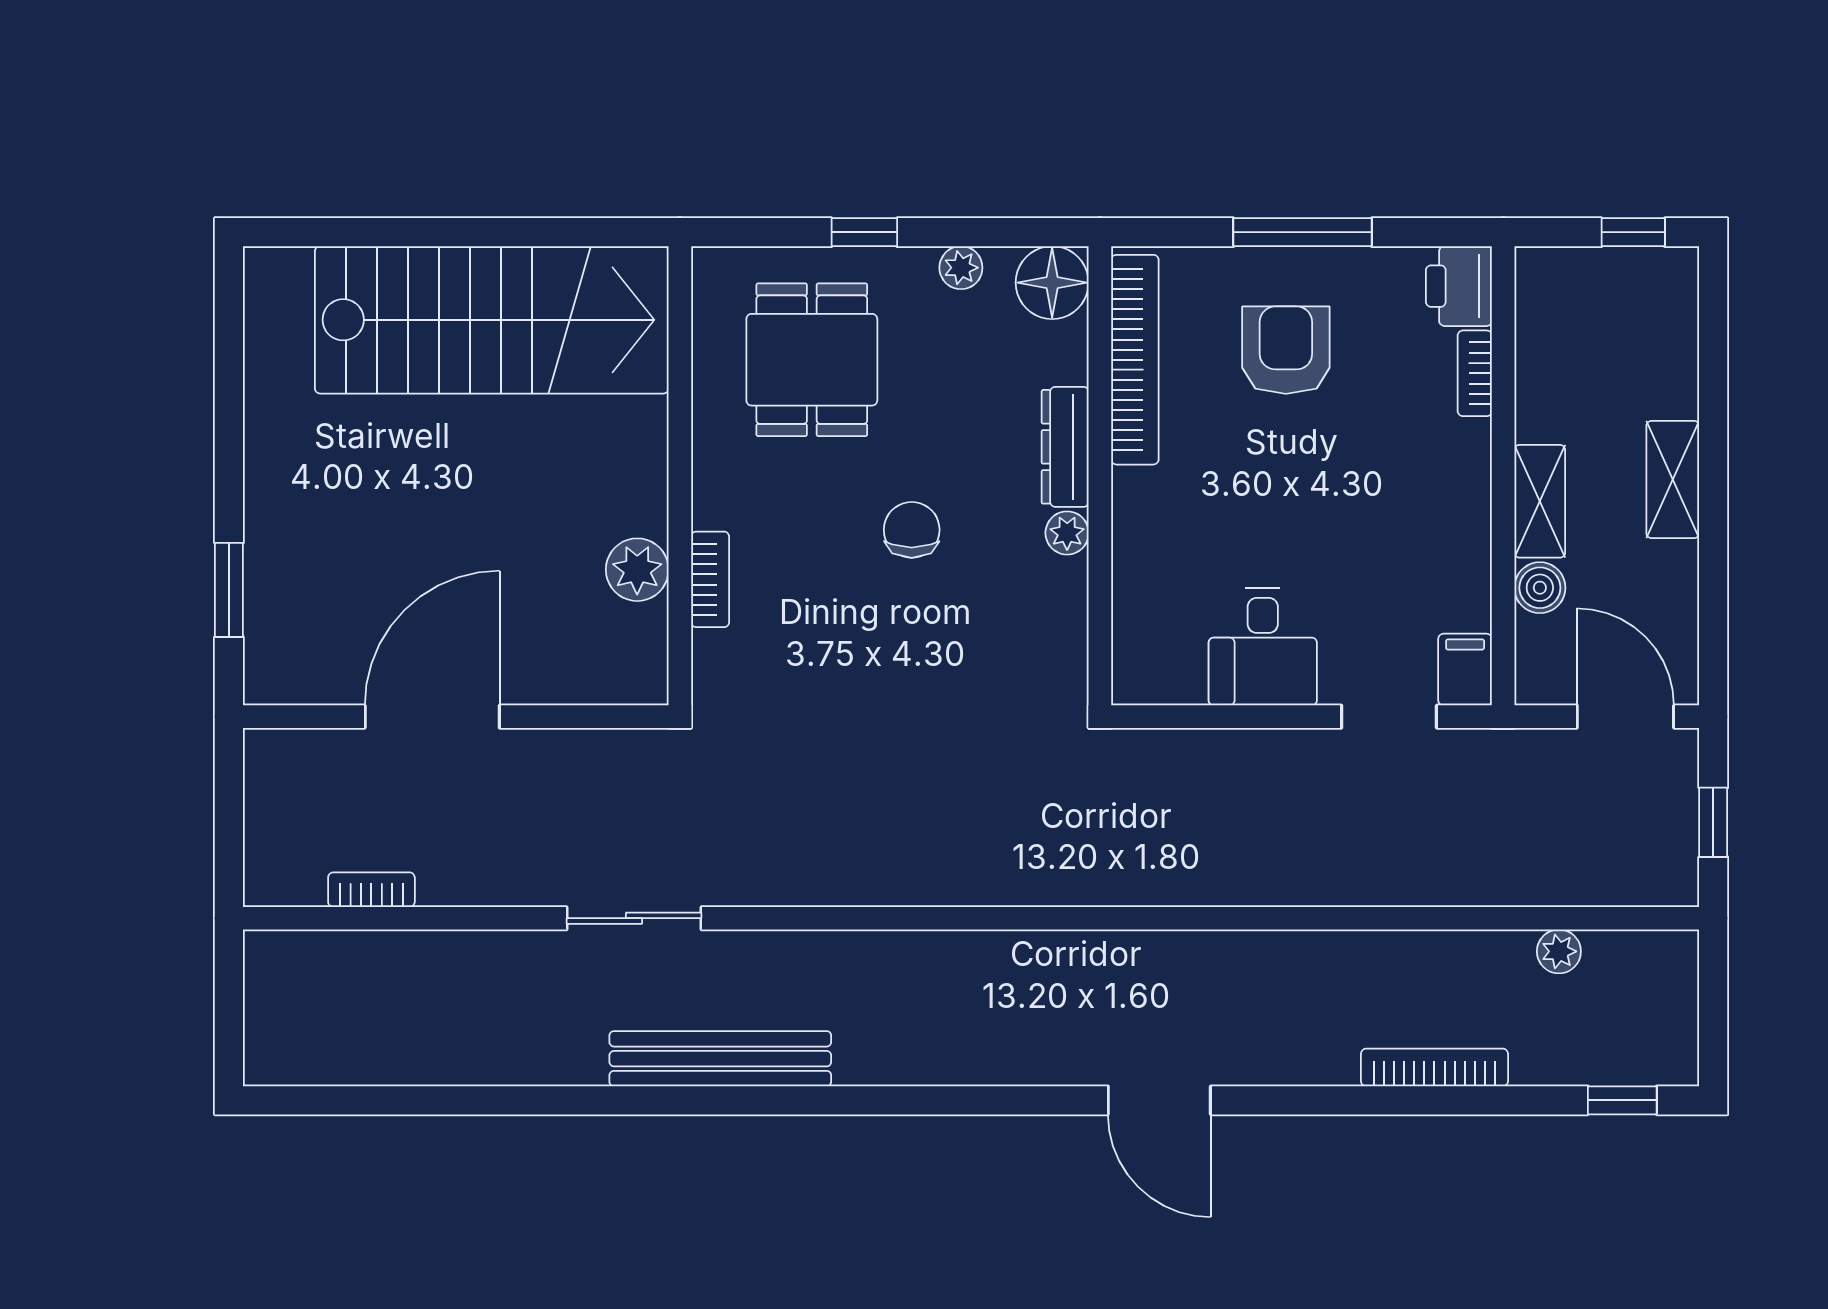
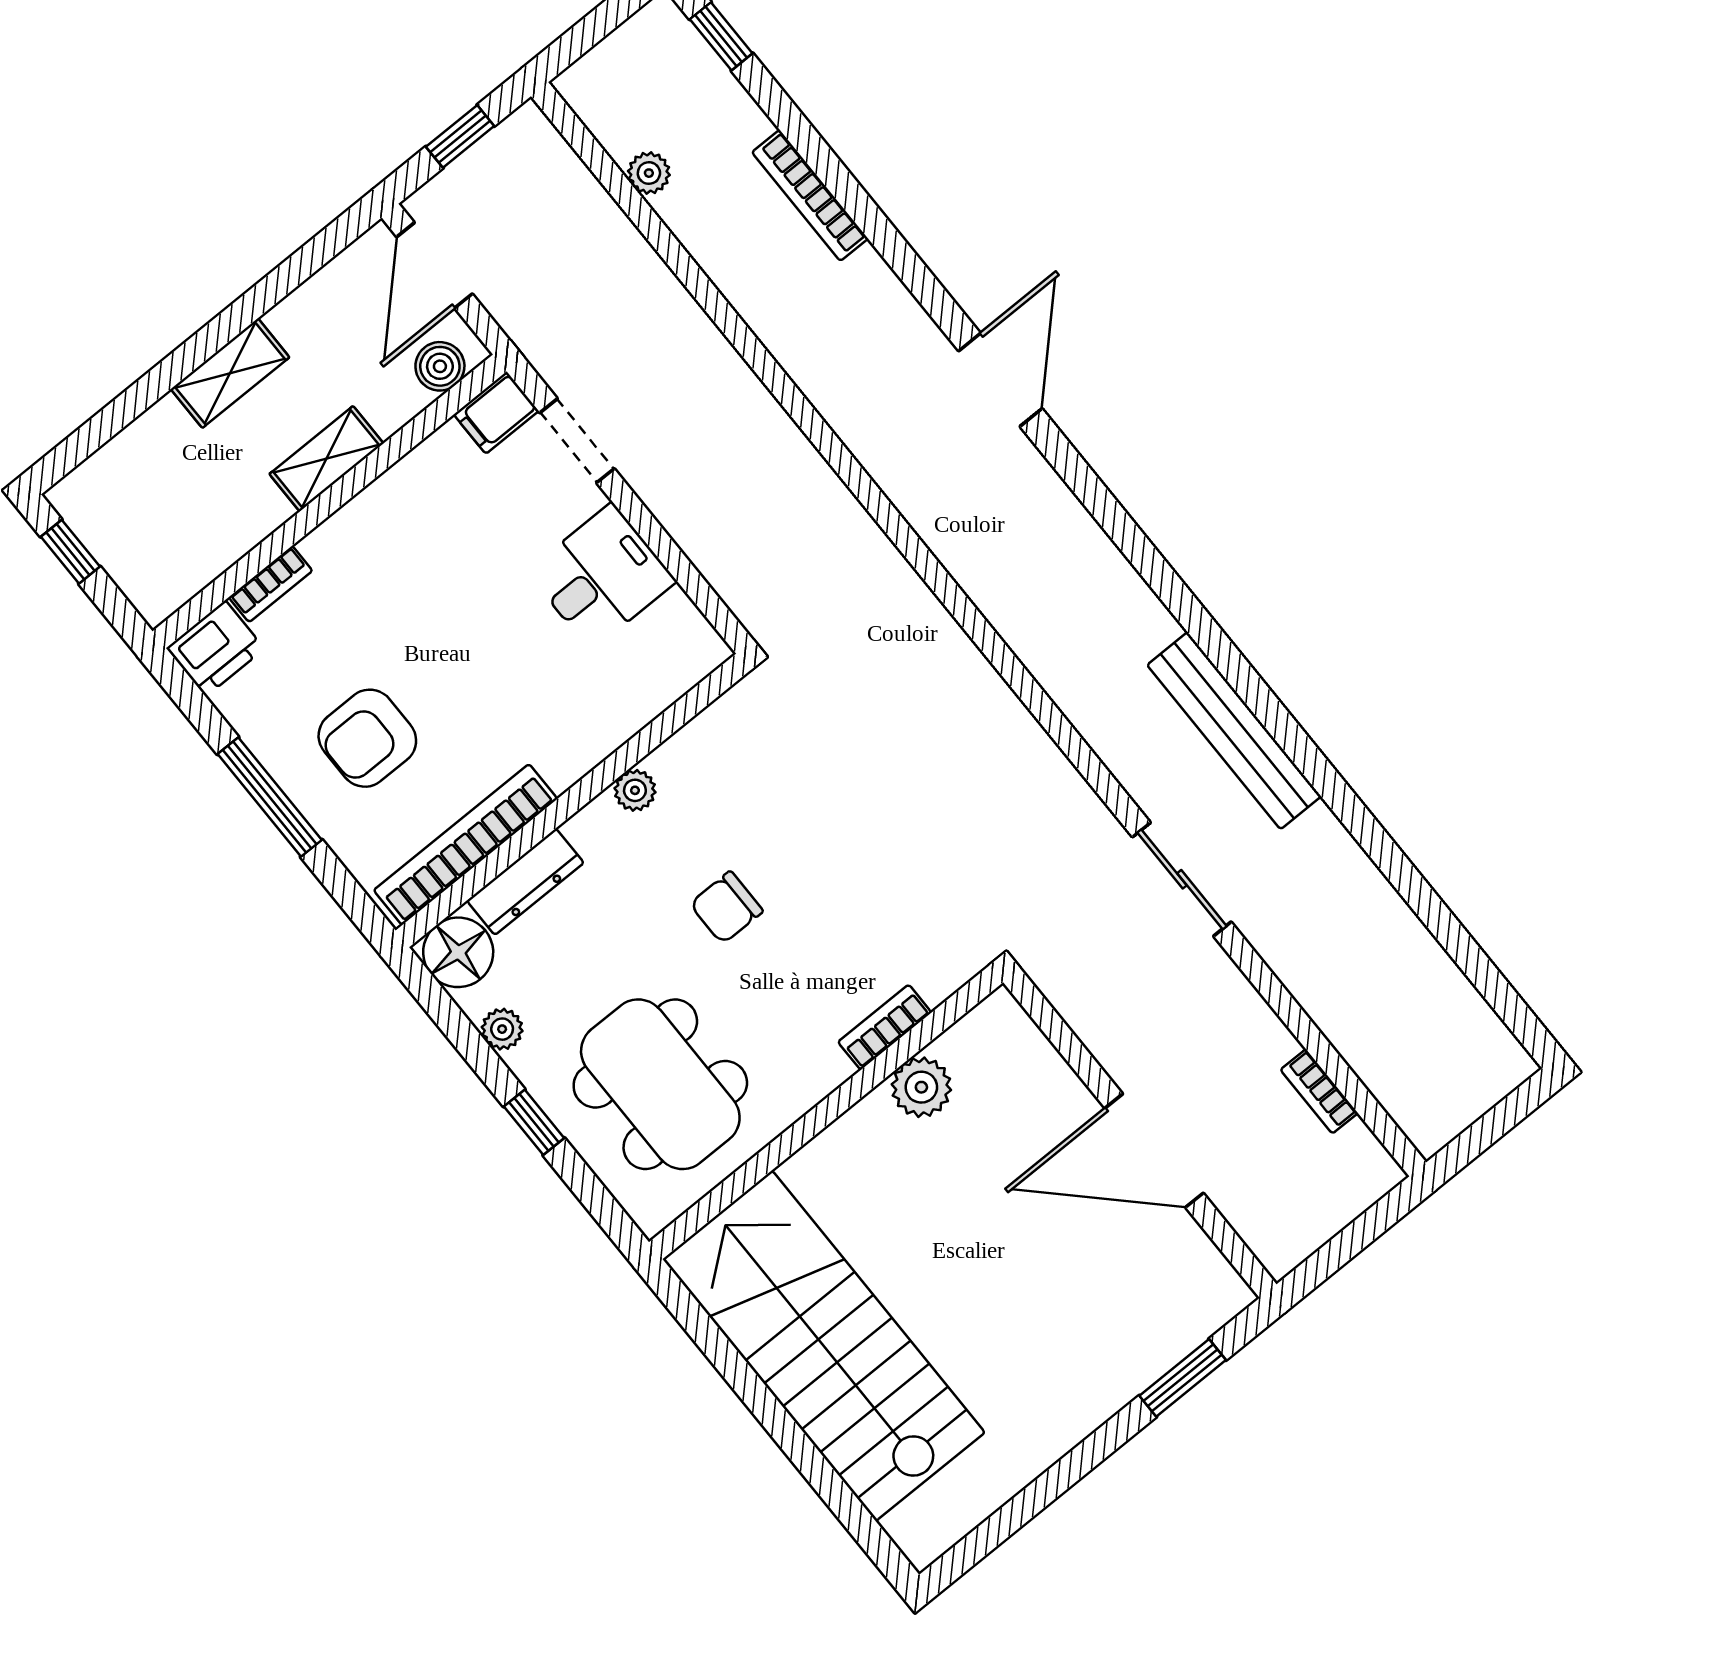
dining table: (812, 360) -> (660, 1084), width x1.38
dresser: (1065, 447) -> (525, 882), moved
boiler: (1540, 588) -> (440, 366), moved

